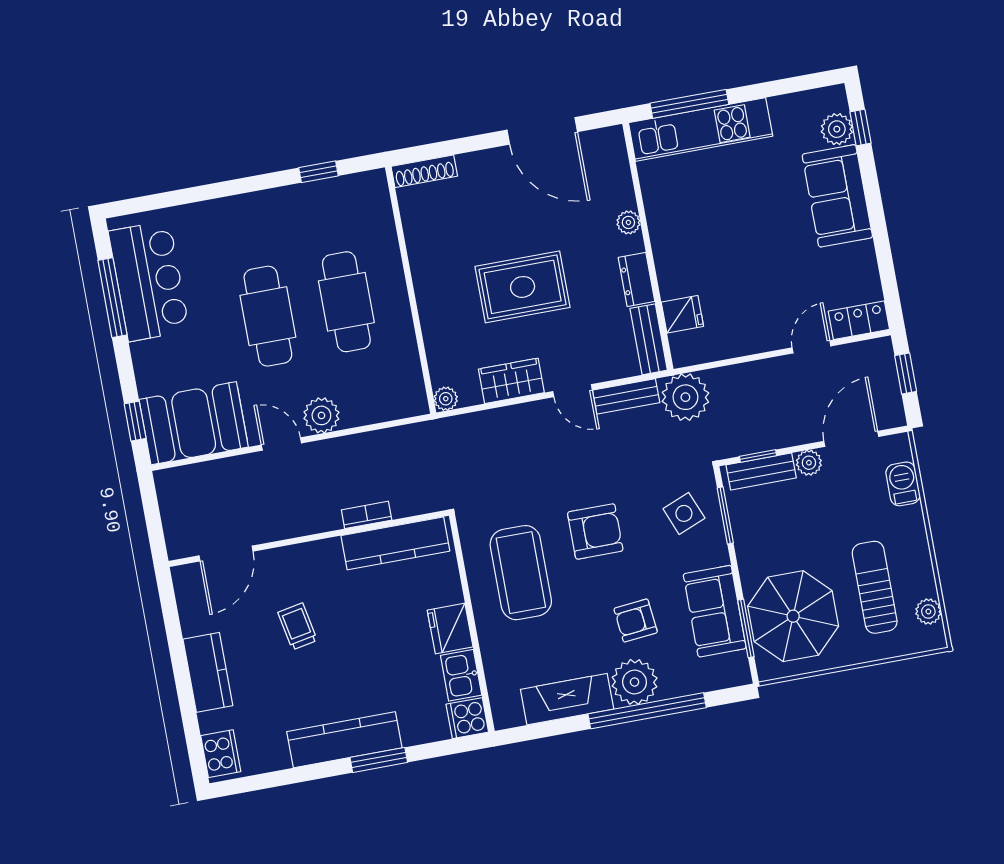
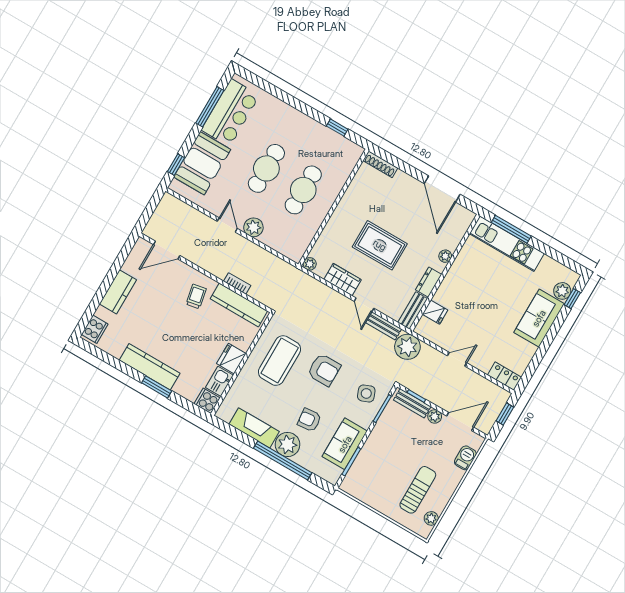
door: (811, 347) -> (457, 359), moved
booth: (194, 423) -> (202, 163), moved, turned 90
parasol: (793, 616) -> (375, 473), removed
trolley: (297, 626) -> (196, 296), moved

